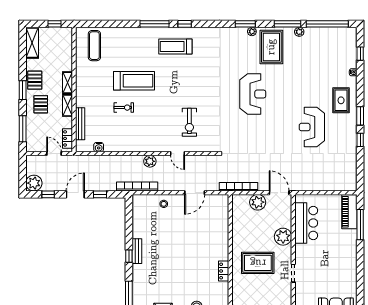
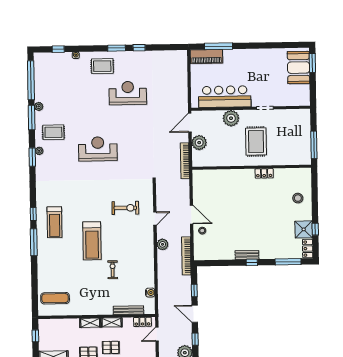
rug: (271, 47) -> (53, 132), width x0.73, depth x0.70
treadmill: (134, 81) -> (92, 241), moved, turned 180
reception desk: (312, 127) -> (128, 93), turned 180
door: (195, 193) -> (191, 215), moved
bar counter: (306, 223) -> (225, 97), width x1.36

